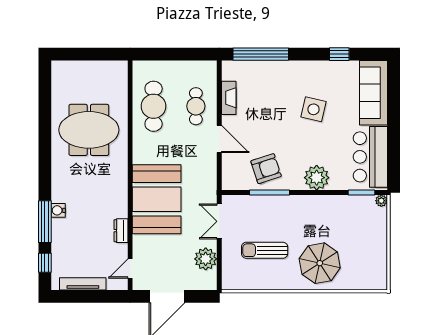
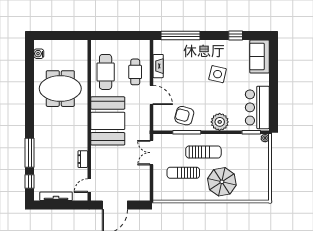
sofa: (373, 93) -> (260, 57), width x0.73
armchair: (266, 169) -> (184, 116), turned -147
booth: (157, 199) -> (108, 121), moved
water cooler: (58, 210) -> (39, 54), moved
sun lounger: (293, 221) -> (203, 152), added
plant: (206, 259) -> (142, 179), removed

